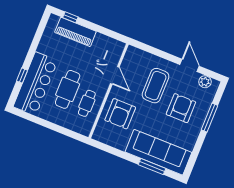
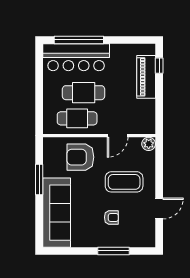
window: (22, 76) -> (79, 40), width x3.17
plant: (205, 82) -> (149, 144), moved
cafe table: (87, 103) -> (77, 118), width x1.37, depth x1.35
armchair: (181, 108) -> (111, 217), width x0.53, depth x0.53
window: (152, 167) -> (39, 180), moved

